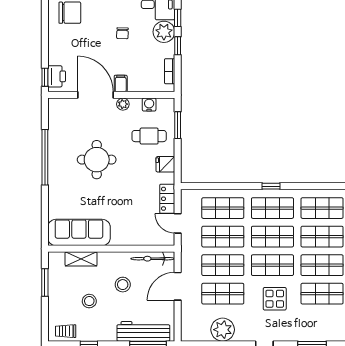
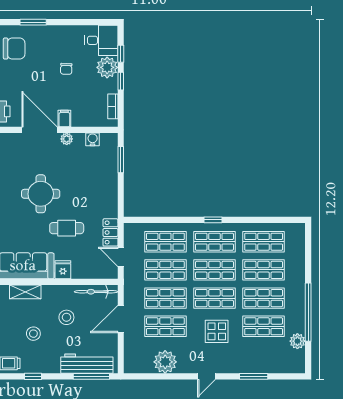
cafe table: (149, 136) -> (67, 228), moved
fridge: (165, 164) -> (63, 270), moved, turned 90

